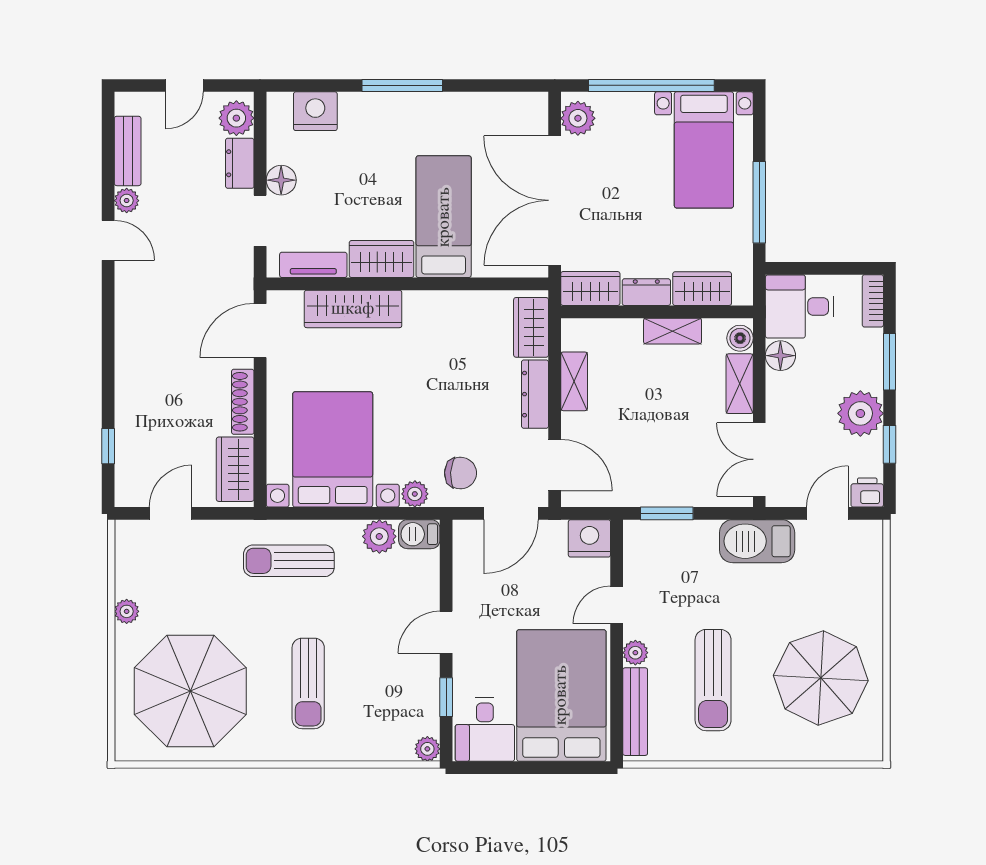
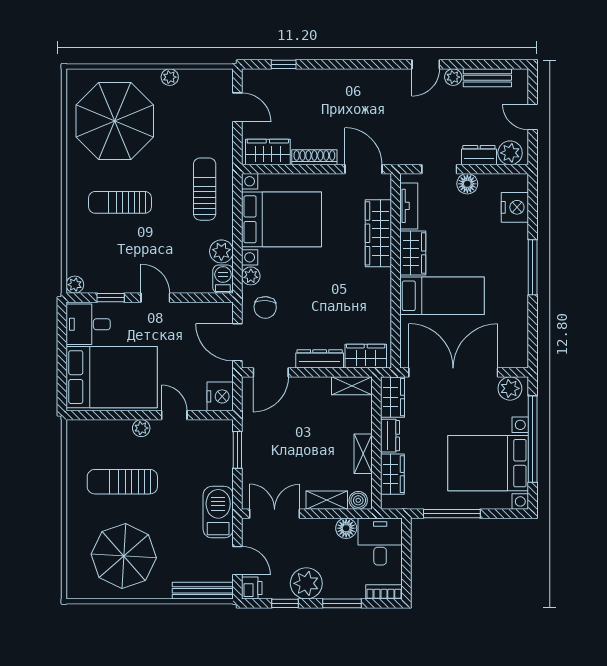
bed with nightstands: (704, 150) -> (488, 463), width x1.36
shelving: (574, 381) -> (352, 386), moved
bench: (635, 712) -> (203, 591), moved

